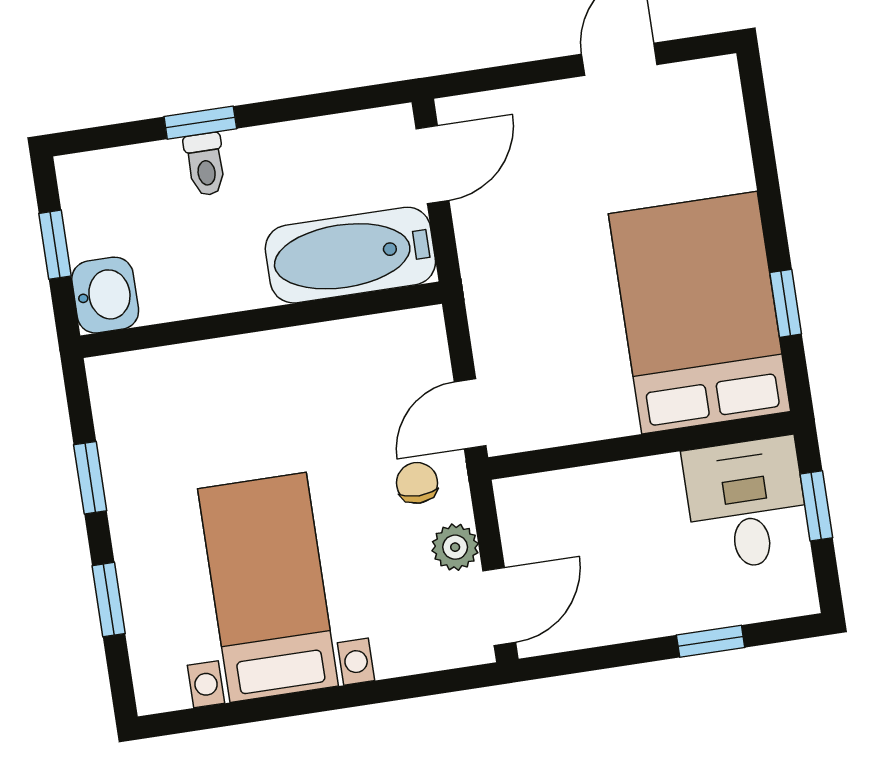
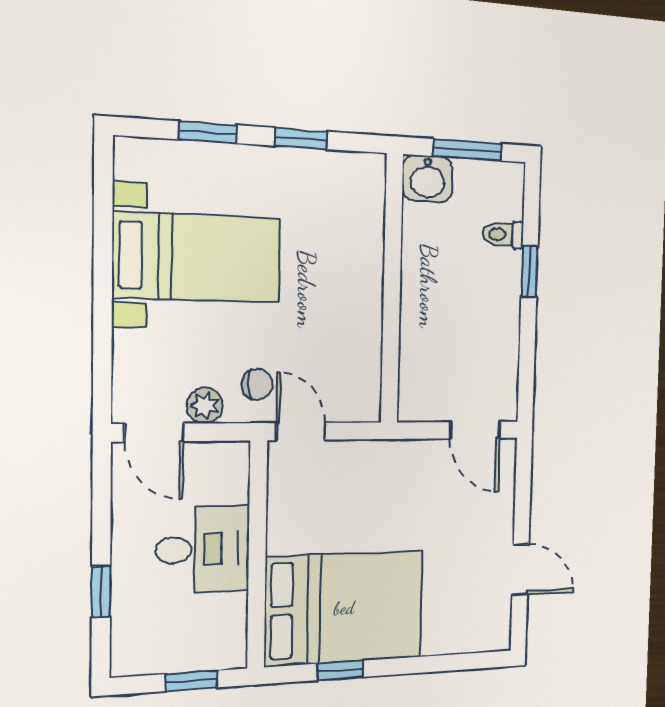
toilet: (205, 164) -> (503, 235), moved
window: (55, 245) -> (467, 150), width x1.50
bathtub: (350, 255) -> (425, 362), removed
desk: (746, 504) -> (203, 549), moved

